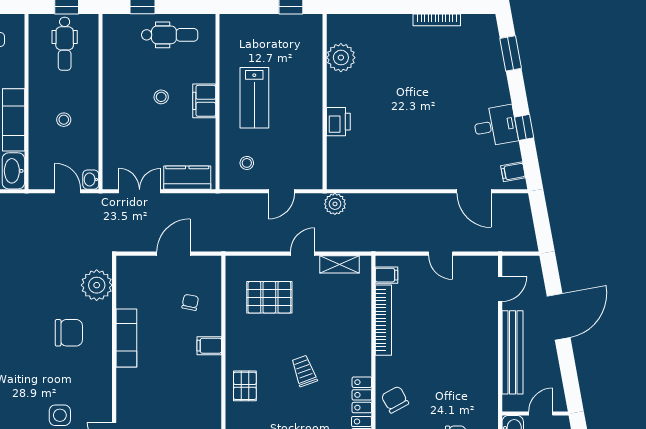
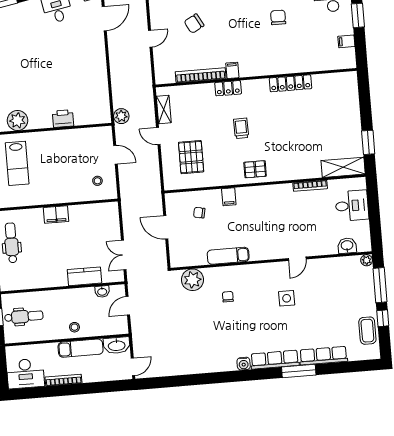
stool: (161, 97) -> (56, 245), removed
lab bench: (254, 98) -> (17, 163), moved, turned 90
stool: (64, 120) -> (74, 327), moved
kitchen counter: (187, 178) -> (84, 276), moved, turned 90
washbasin: (91, 180) -> (102, 292), moved
filing cabinet: (386, 275) -> (232, 70), moved
chair: (69, 333) -> (228, 297), width x0.54, depth x0.54
trolley: (304, 371) -> (241, 128), turned 109
locker: (362, 395) -> (228, 88), moved
chair: (395, 400) -> (194, 24), moved

